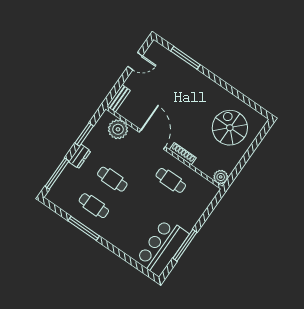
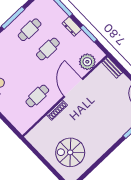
spiral stairs: (230, 128) -> (70, 152), turned 180
door: (152, 139) -> (73, 88), swing flipped
plant: (221, 177) -> (32, 137), removed

